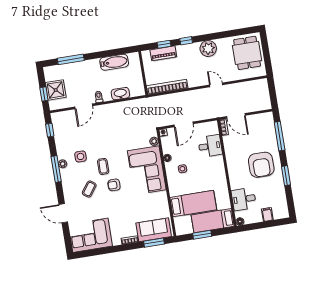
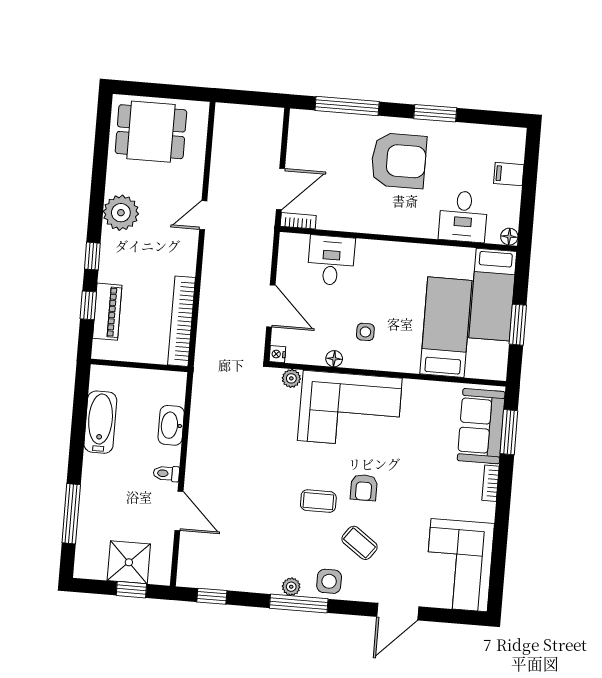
side table: (81, 156) -> (329, 581), moved

